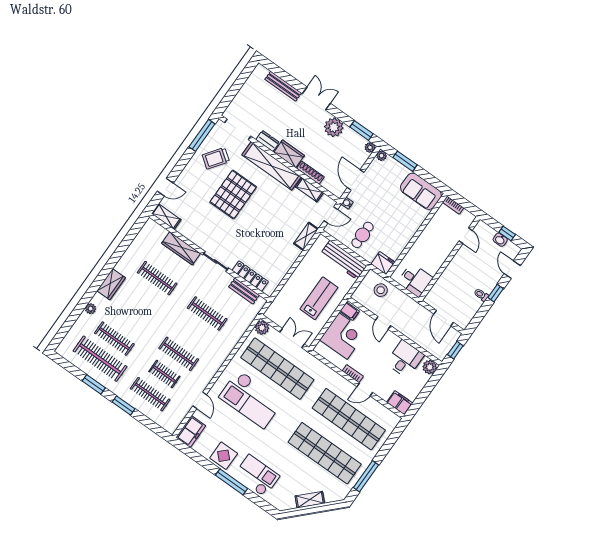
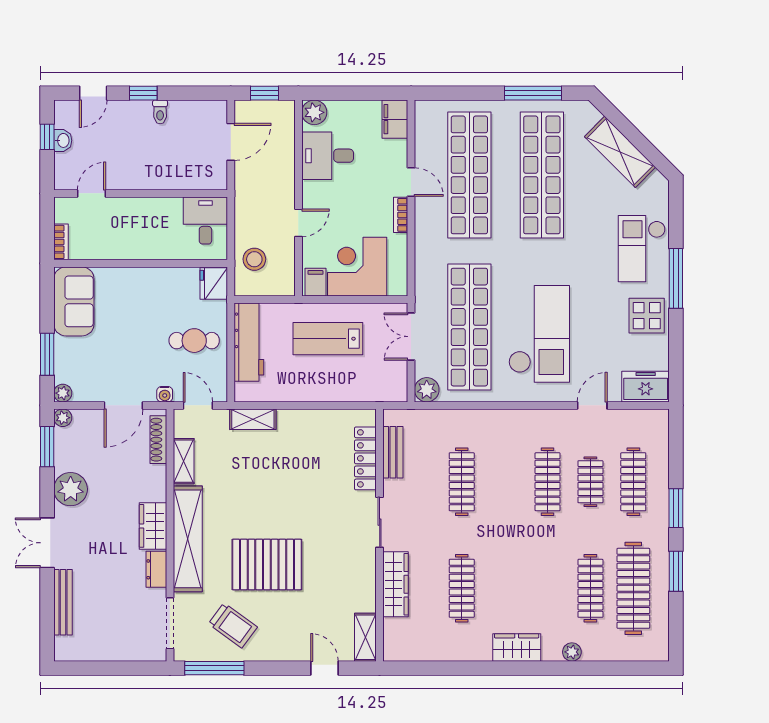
shoe rack: (310, 173) -> (158, 440), moved
shelving: (310, 500) -> (620, 152), width x1.50, depth x1.33

